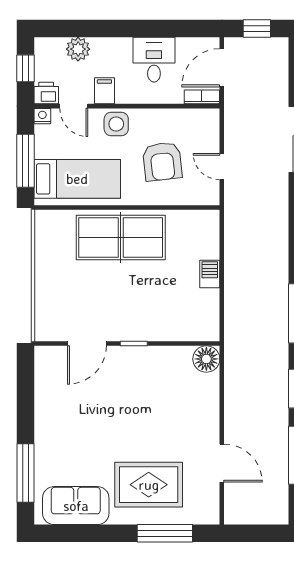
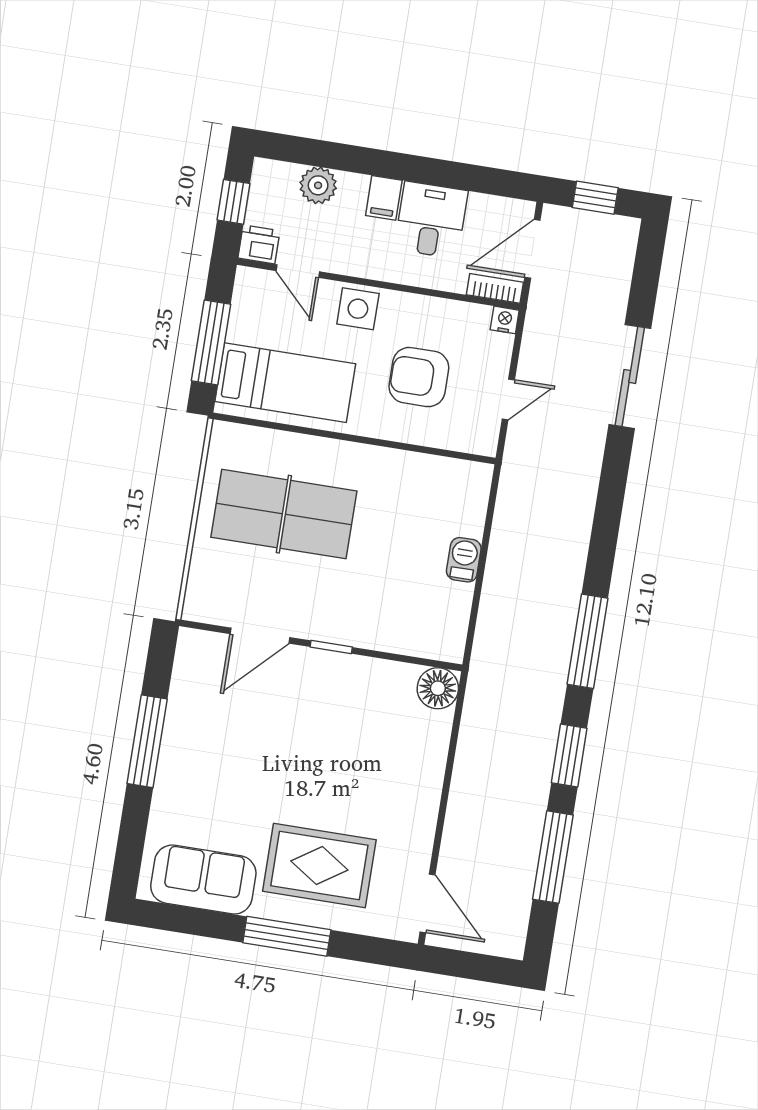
filing cabinet: (104, 91) -> (384, 198), moved, turned 180
nightstand: (42, 116) -> (505, 320), moved
armchair: (162, 162) -> (419, 377), turned 96
door: (222, 167) -> (508, 399), swing flipped
table tennis table: (121, 238) -> (284, 514), moved
door: (222, 463) -> (428, 903), moved
window: (25, 473) -> (147, 741), moved
window: (165, 533) -> (287, 936), moved

